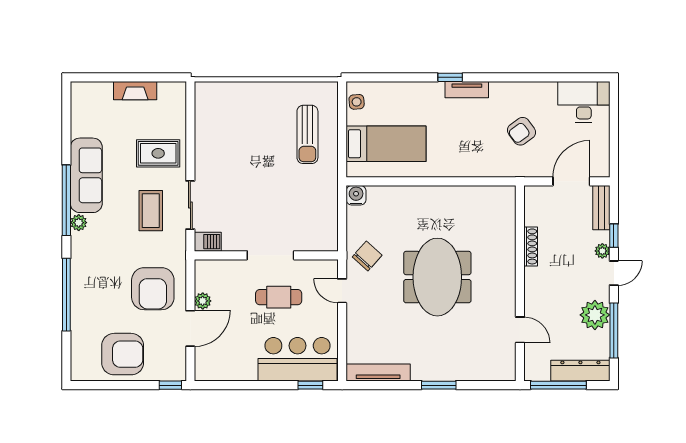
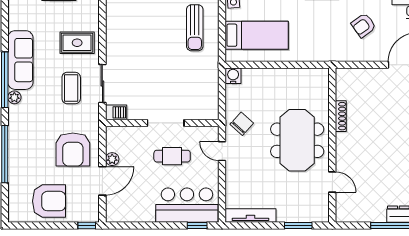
shoe rack: (531, 246) -> (341, 116), moved
wall: (520, 283) -> (332, 145), moved
door: (520, 330) -> (332, 182), moved

